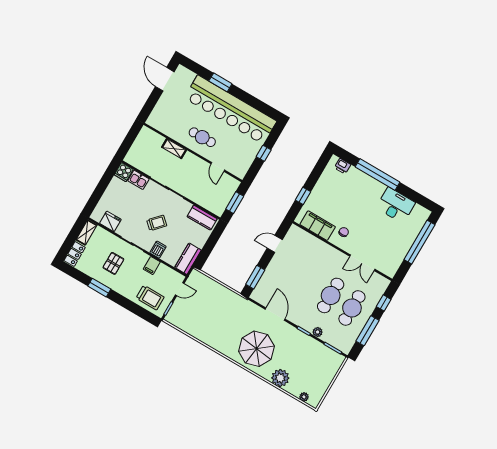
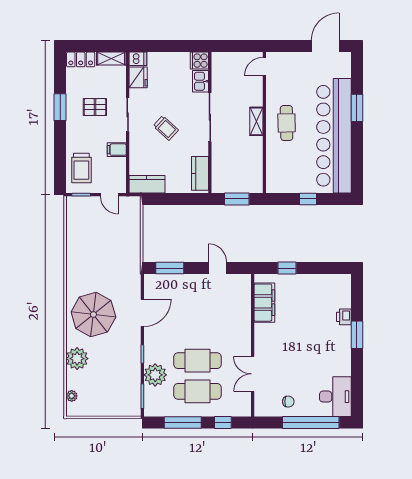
shelving: (174, 149) -> (256, 121), moved
printer: (343, 166) -> (344, 317), moved
door: (218, 167) -> (264, 67), moved
window: (378, 175) -> (357, 335), width x0.47
desk: (396, 205) -> (335, 397), moved
chair: (344, 232) -> (288, 402), moved
dishwasher: (158, 250) -> (138, 59), moved
plant: (318, 332) -> (155, 375), width x1.87, depth x1.87

